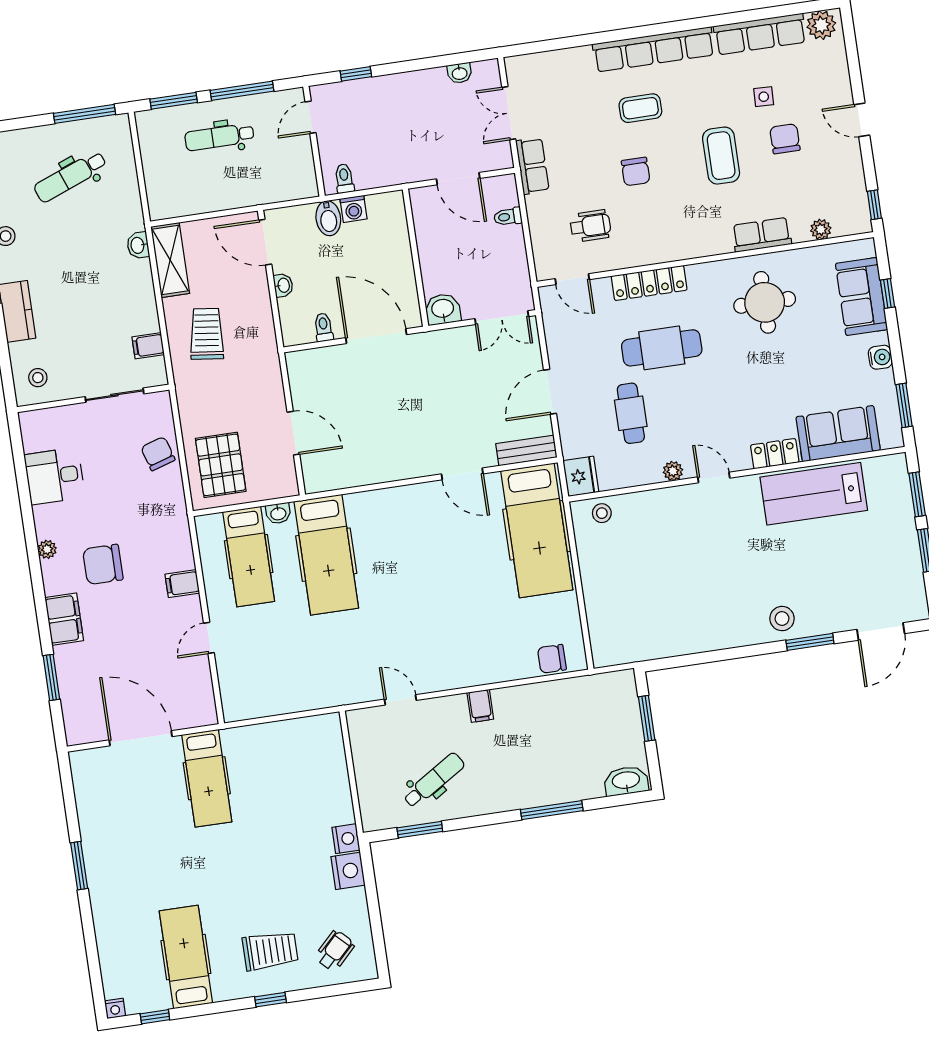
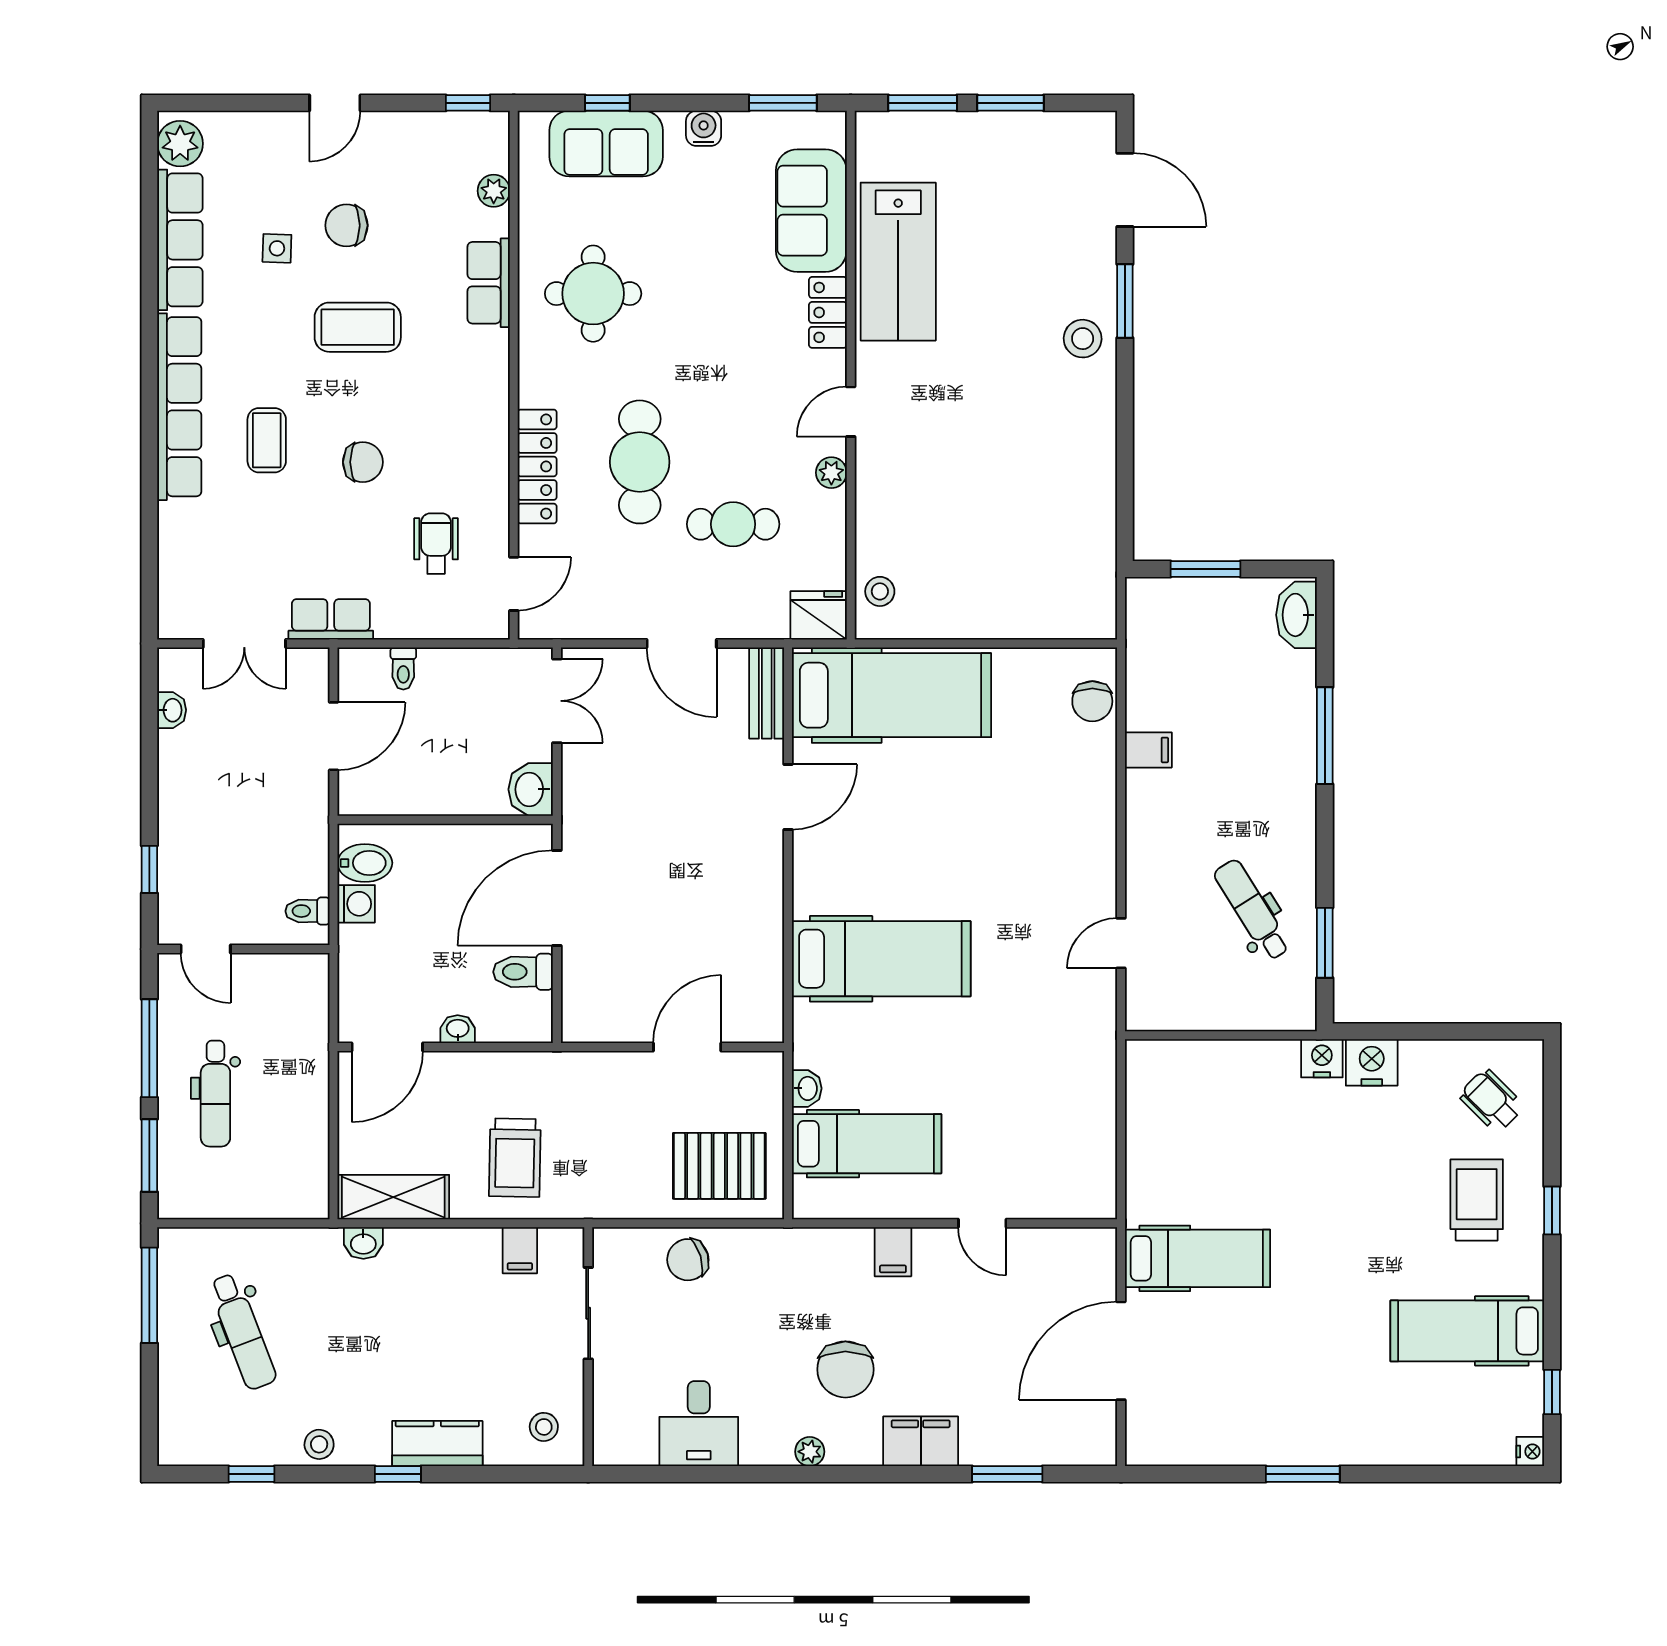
bidet: (328, 218) -> (365, 863), moved
toilet: (324, 327) -> (523, 972), width x1.37, depth x1.39
trolley: (207, 334) -> (515, 1158), turned -96
hospital bed: (326, 555) -> (881, 959), moved
filing cabinet: (480, 706) -> (1148, 750), moved

